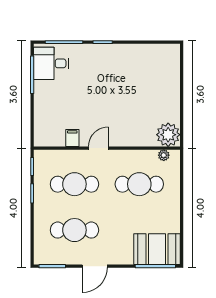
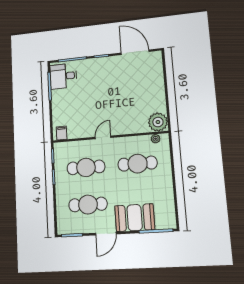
door: (146, 42) -> (135, 52), added
filing cabinet: (72, 138) -> (62, 133), moved
booth: (157, 249) -> (135, 218), moved

